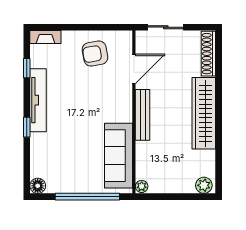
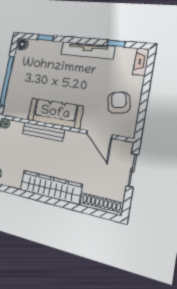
bench: (143, 115) -> (43, 132), moved
window: (27, 127) -> (45, 38), moved
sofa: (118, 156) -> (55, 113), moved

